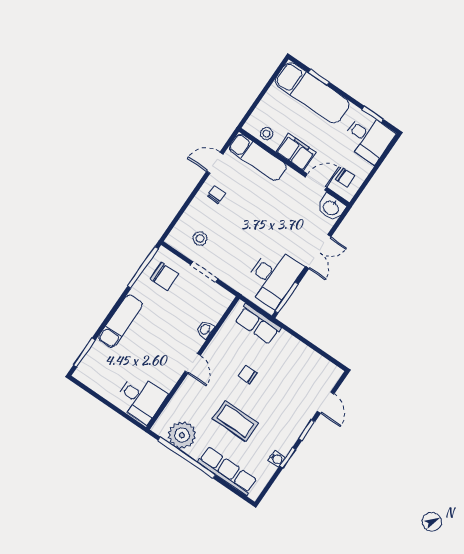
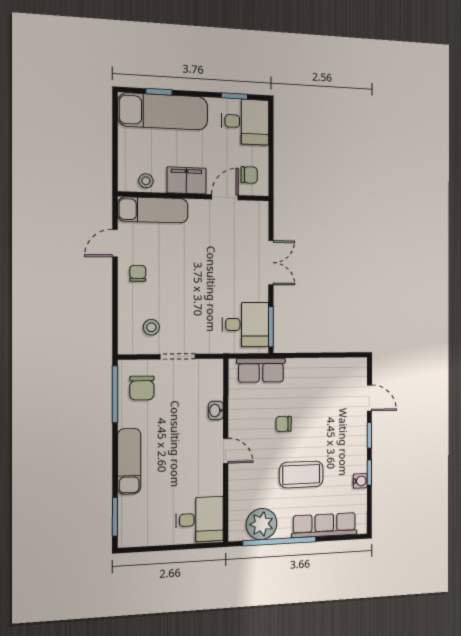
washbasin: (331, 208) -> (255, 212), removed
chair: (164, 276) -> (142, 388), turned 90
desk: (273, 277) -> (245, 324), width x0.73

